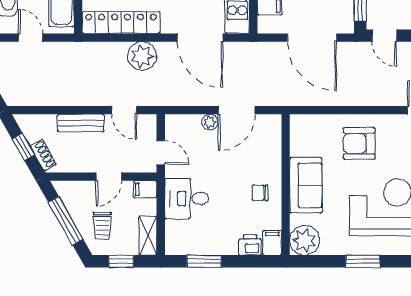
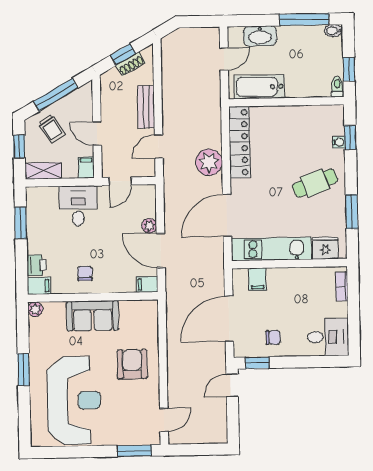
filing cabinet: (273, 126) -> (147, 284), added
shoe rack: (43, 155) -> (131, 64), moved
trolley: (102, 226) -> (52, 129), turned -122
plant: (305, 240) -> (35, 309), width x0.53, depth x0.53

